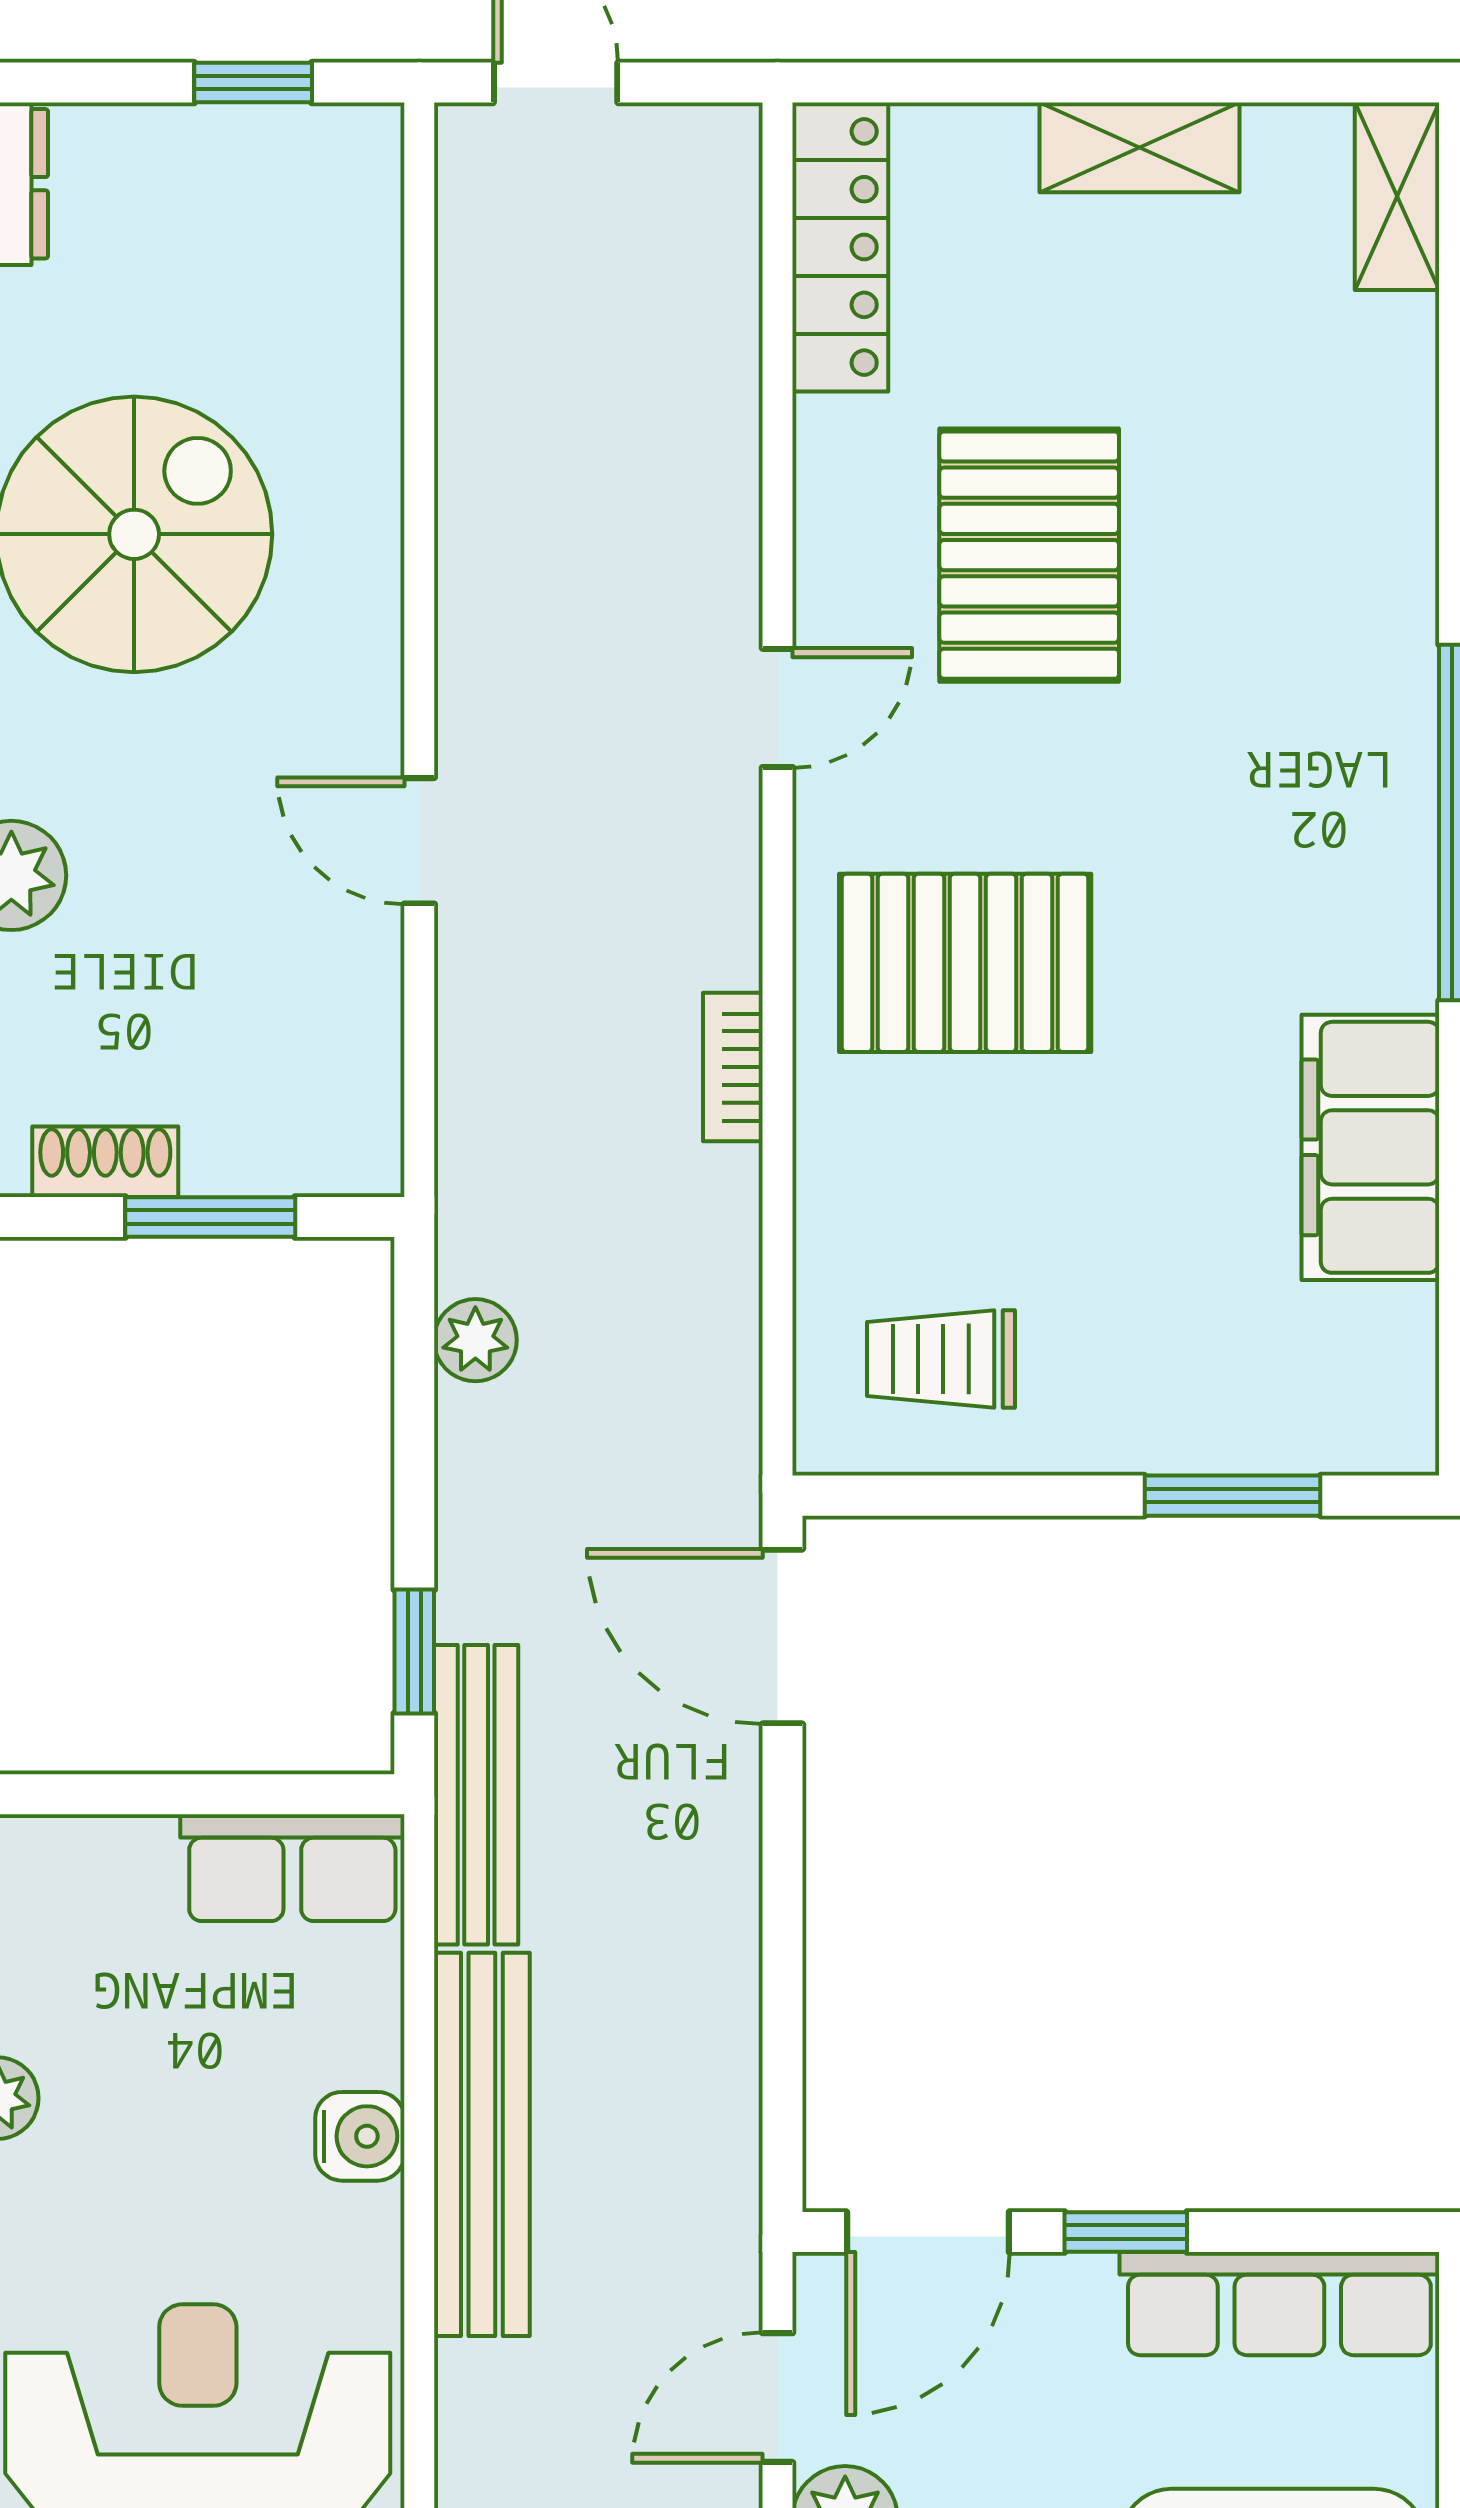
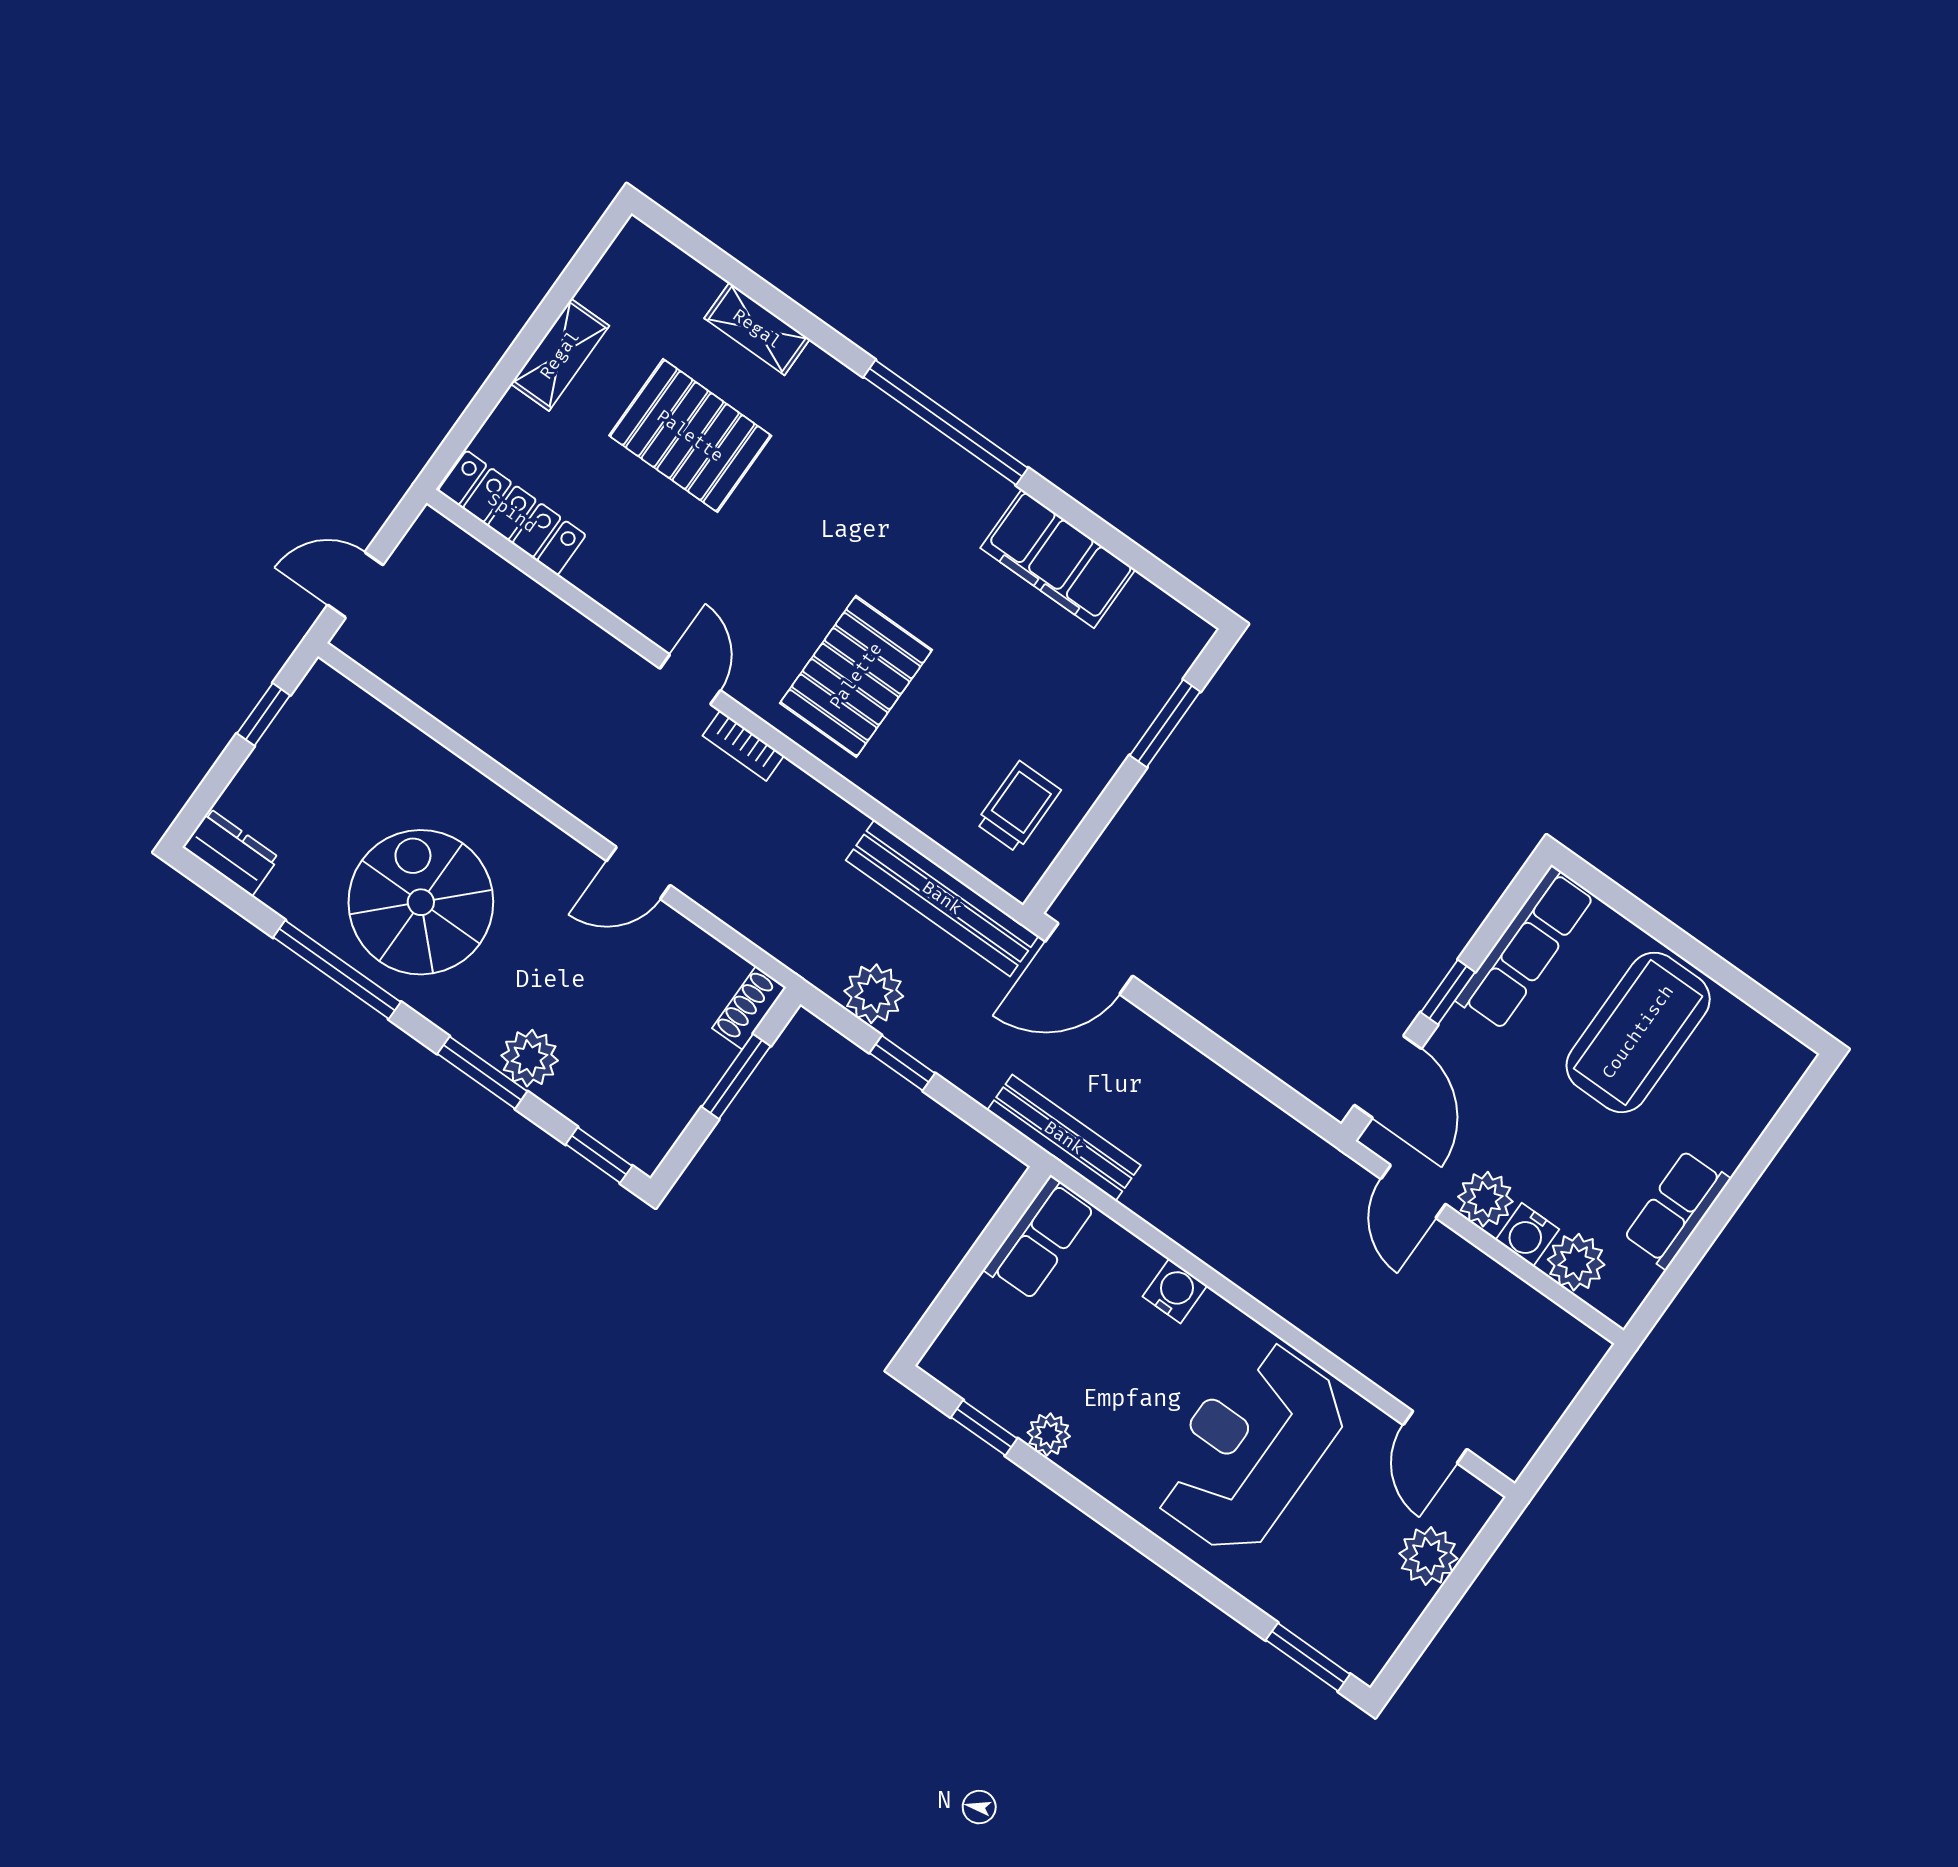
shelving: (1397, 196) -> (757, 329), moved
pallet: (1029, 555) -> (690, 436), moved
bookcase: (733, 1067) -> (743, 746), moved
shoe rack: (105, 1162) -> (749, 1008), moved
plant: (475, 1340) -> (874, 994), width x1.38, depth x1.38
trolley: (941, 1359) -> (1018, 807), turned 180
window: (414, 1651) -> (902, 1063), moved
bench: (482, 2144) -> (942, 898), moved

